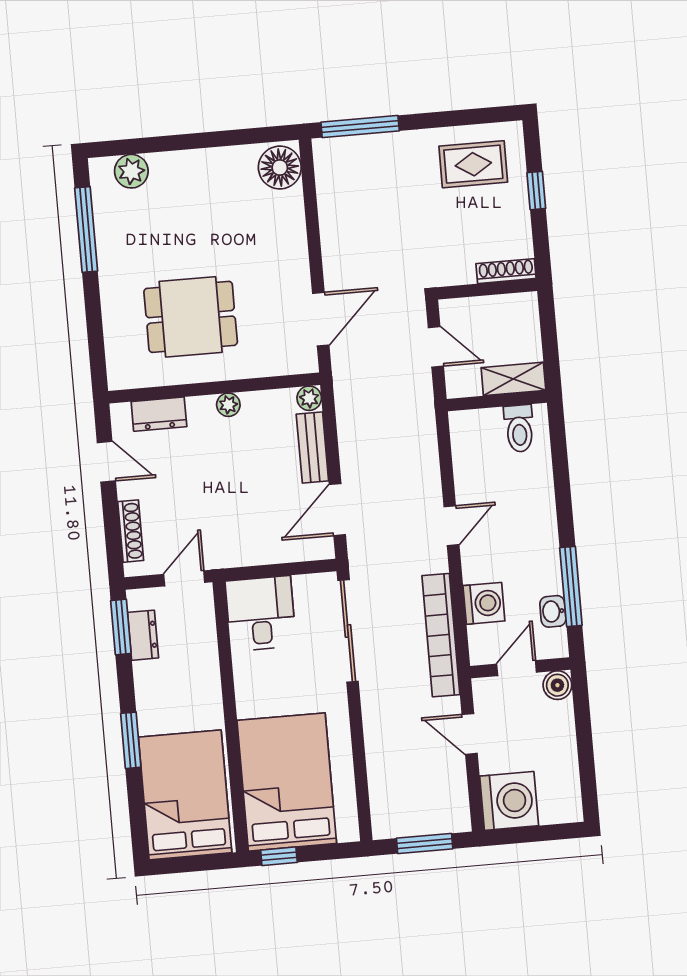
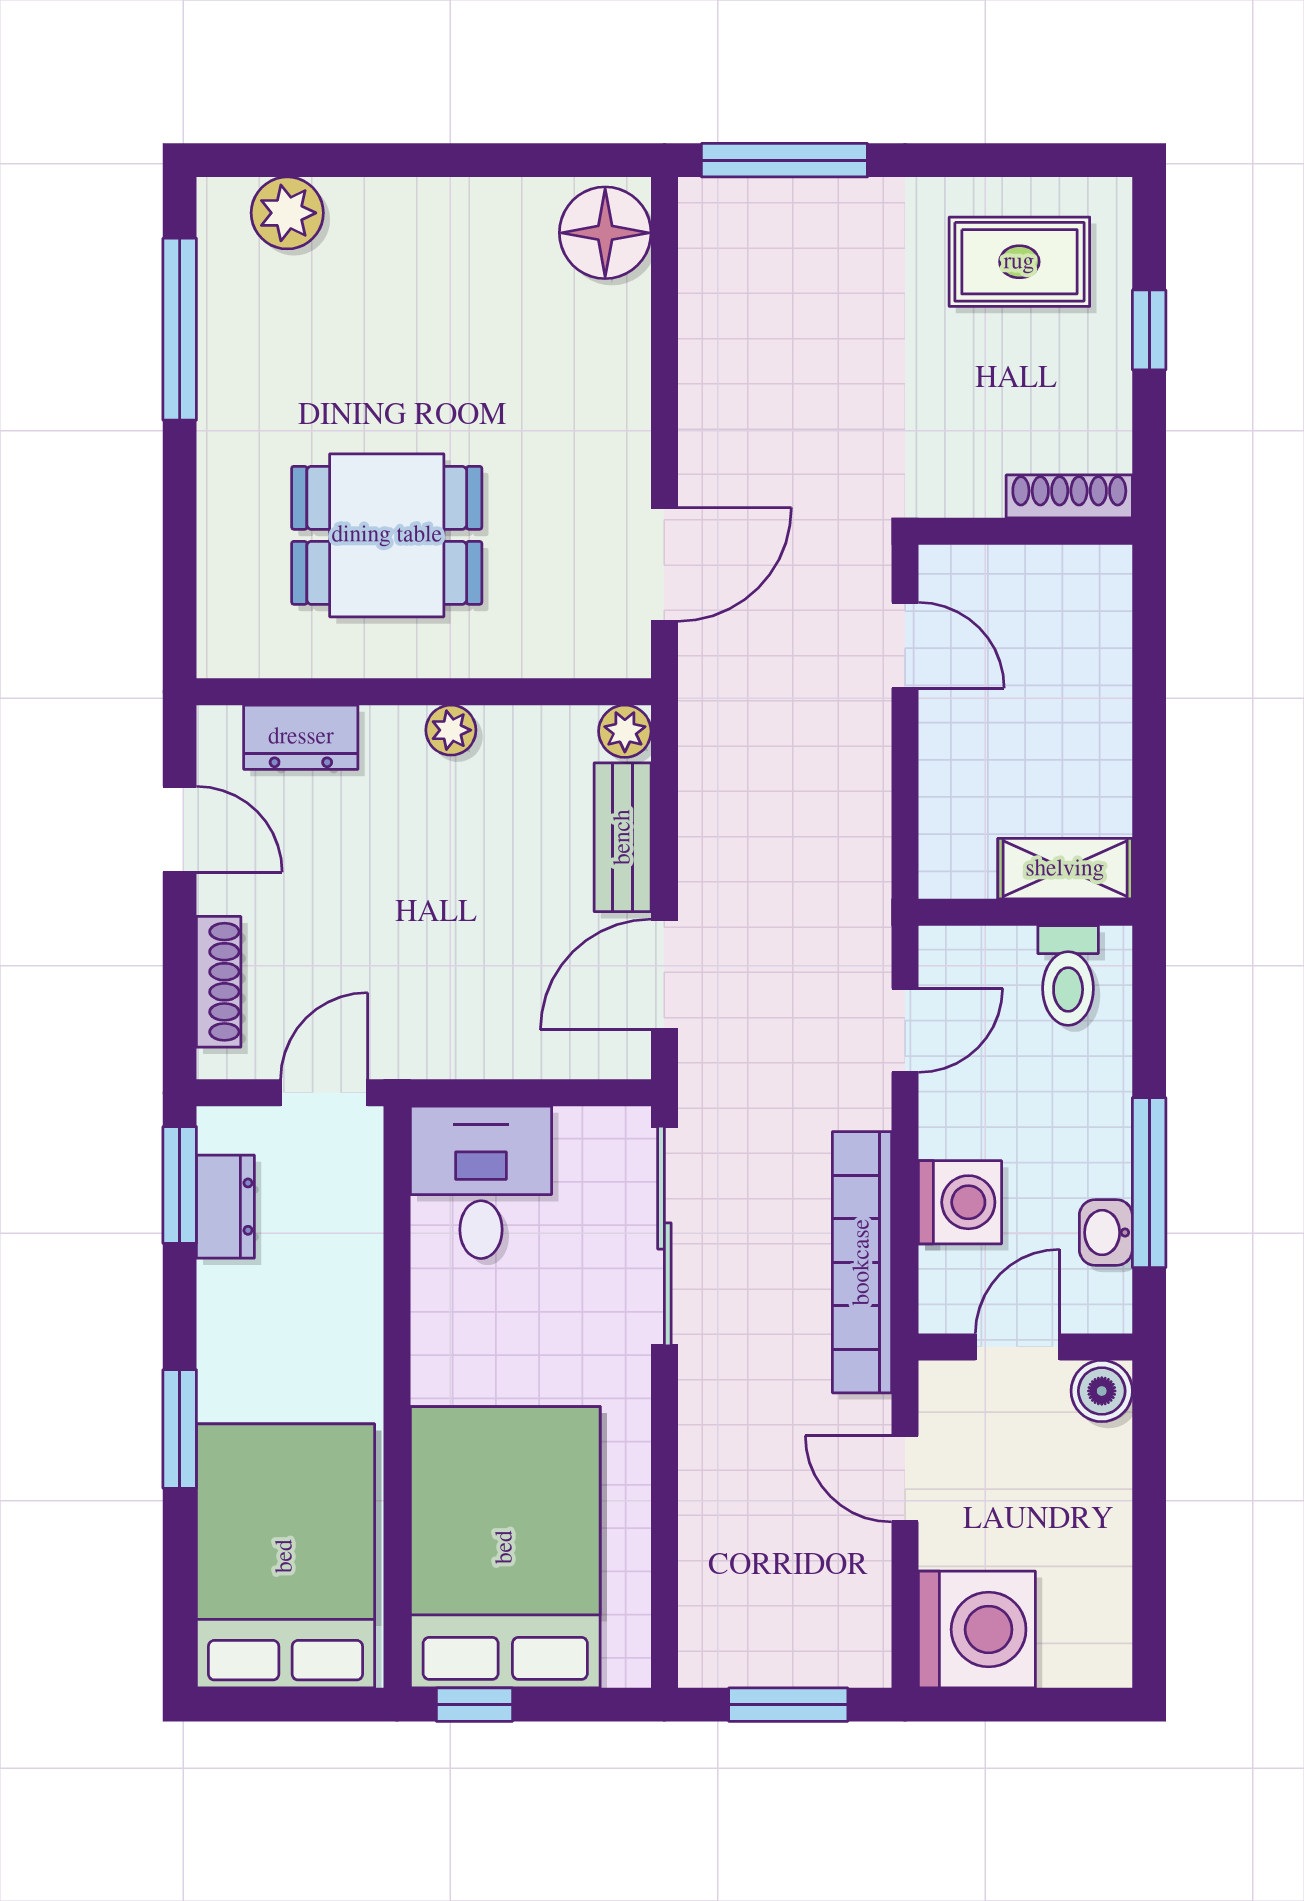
shelving: (513, 379) -> (1065, 869), moved
wall: (497, 401) -> (1025, 912), moved
toilet: (519, 428) -> (1068, 976), moved

